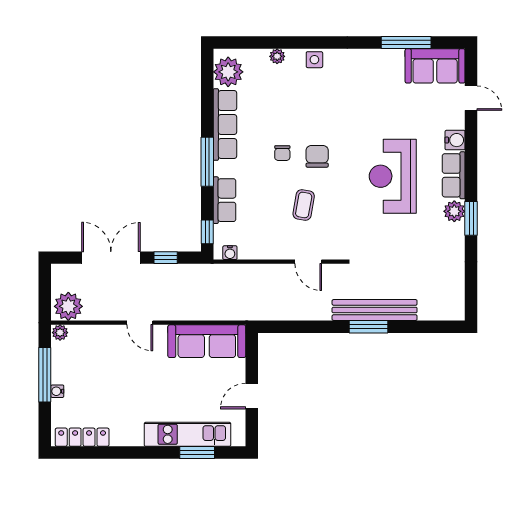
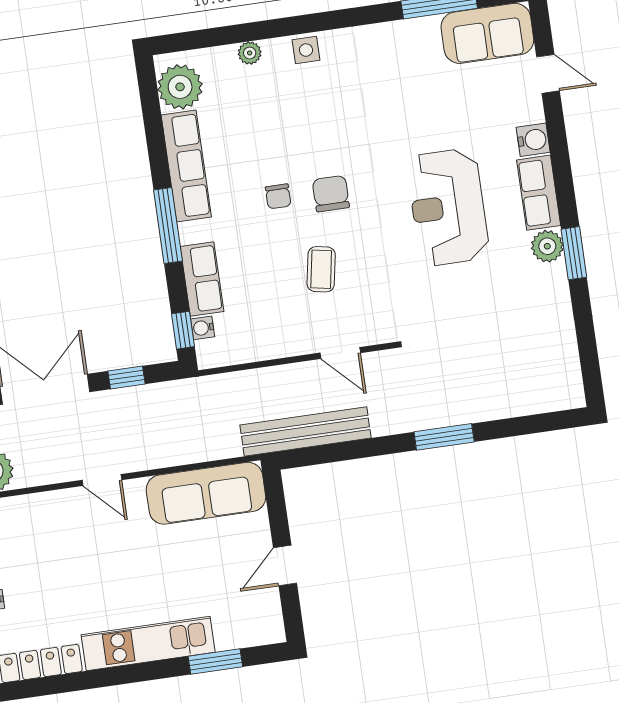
water cooler: (230, 253) -> (203, 328), moved, turned 90
bench: (375, 310) -> (306, 431), moved
kitchen unit: (188, 434) -> (148, 643), moved

